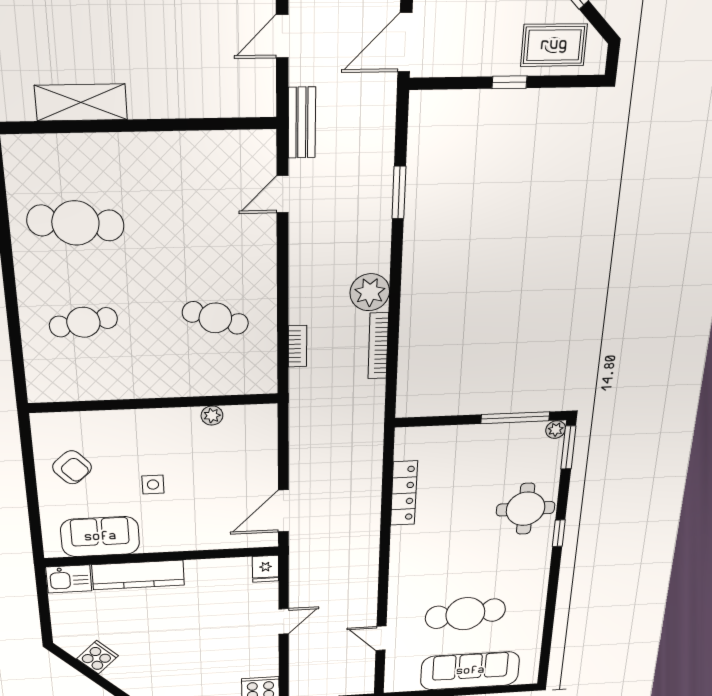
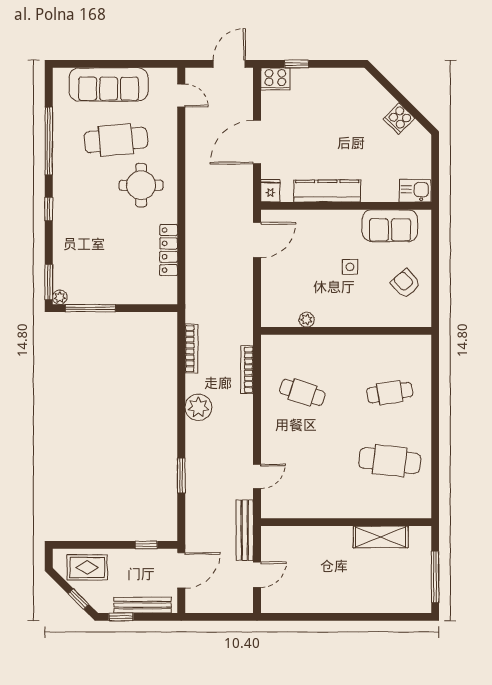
window: (509, 82) -> (146, 545), moved
bench: (302, 123) -> (245, 530), width x1.36
bookcase: (297, 346) -> (247, 370), width x1.56
bookcase: (378, 346) -> (191, 349), moved
round table: (526, 509) -> (141, 185), moved
kitchen counter: (138, 575) -> (327, 191), moved
window: (550, 608) -> (49, 141), added
door: (284, 621) -> (257, 142), width x1.87
door: (381, 638) -> (181, 95), moved

